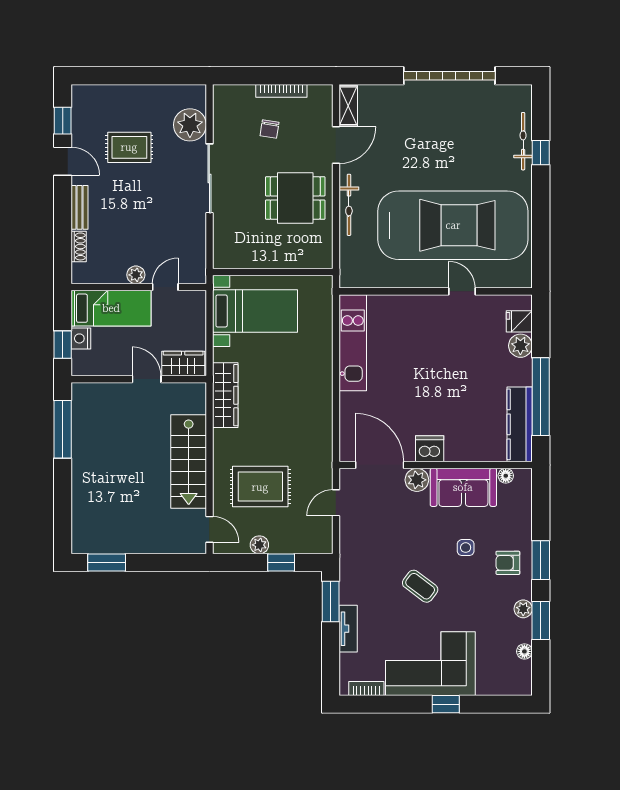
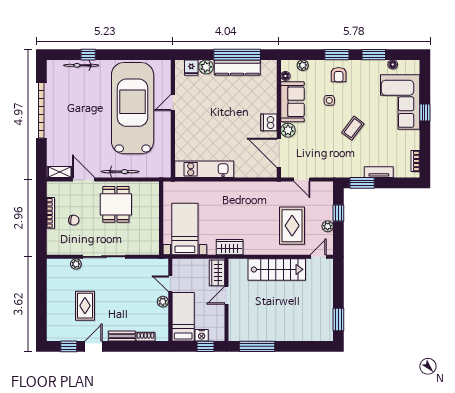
plant: (190, 125) -> (76, 264), width x0.53, depth x0.53
wardrobe: (225, 395) -> (230, 247), width x0.67
kitchen counter: (520, 424) -> (237, 67), moved
door: (380, 465) -> (279, 153), hinge flipped
plant: (523, 609) -> (303, 65), moved
corner sofa: (430, 664) -> (400, 102), moved

